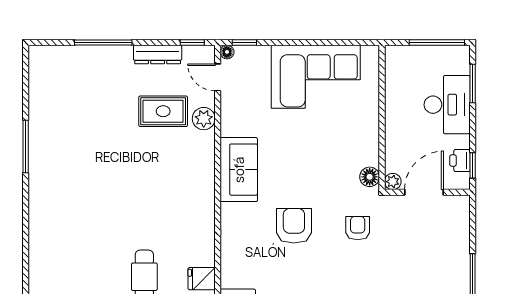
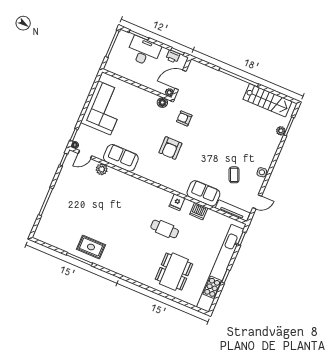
dresser: (158, 54) -> (62, 178), removed
rug: (163, 111) -> (91, 247), moved, turned 90
sofa: (239, 170) -> (121, 158), moved
door: (424, 192) -> (181, 80), hinge flipped
armchair: (294, 226) -> (170, 148), turned -90

